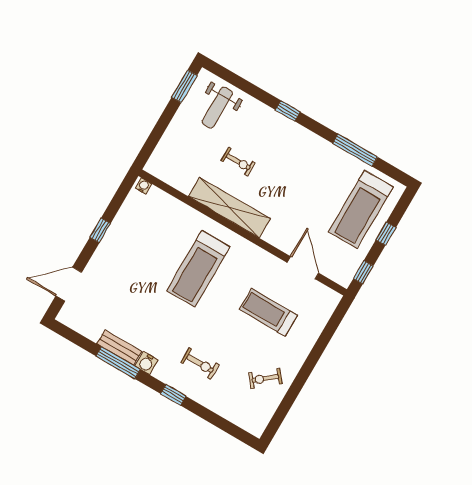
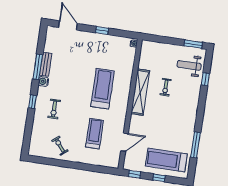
window: (288, 111) -> (205, 79), moved
treadmill: (198, 269) -> (102, 89), turned 90

